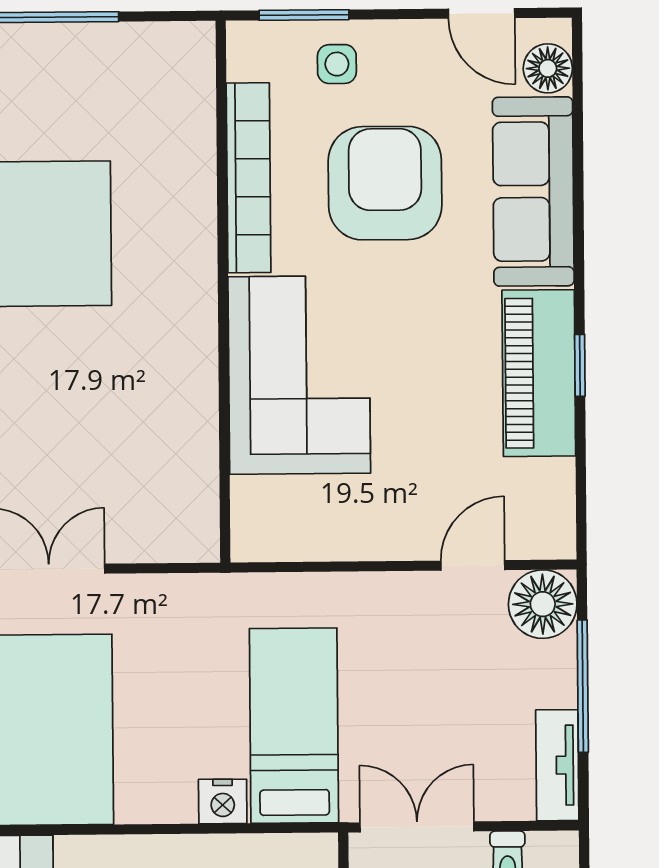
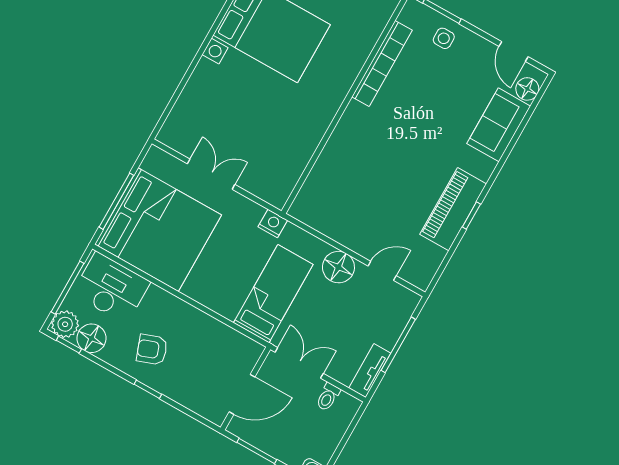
armchair: (385, 183) -> (435, 97), removed
sofa: (533, 191) -> (499, 125), width x0.73
corner sofa: (299, 375) -> (357, 154), removed
floor lamp: (543, 604) -> (338, 267), moved
nightstand: (223, 801) -> (273, 223), moved, turned 180

